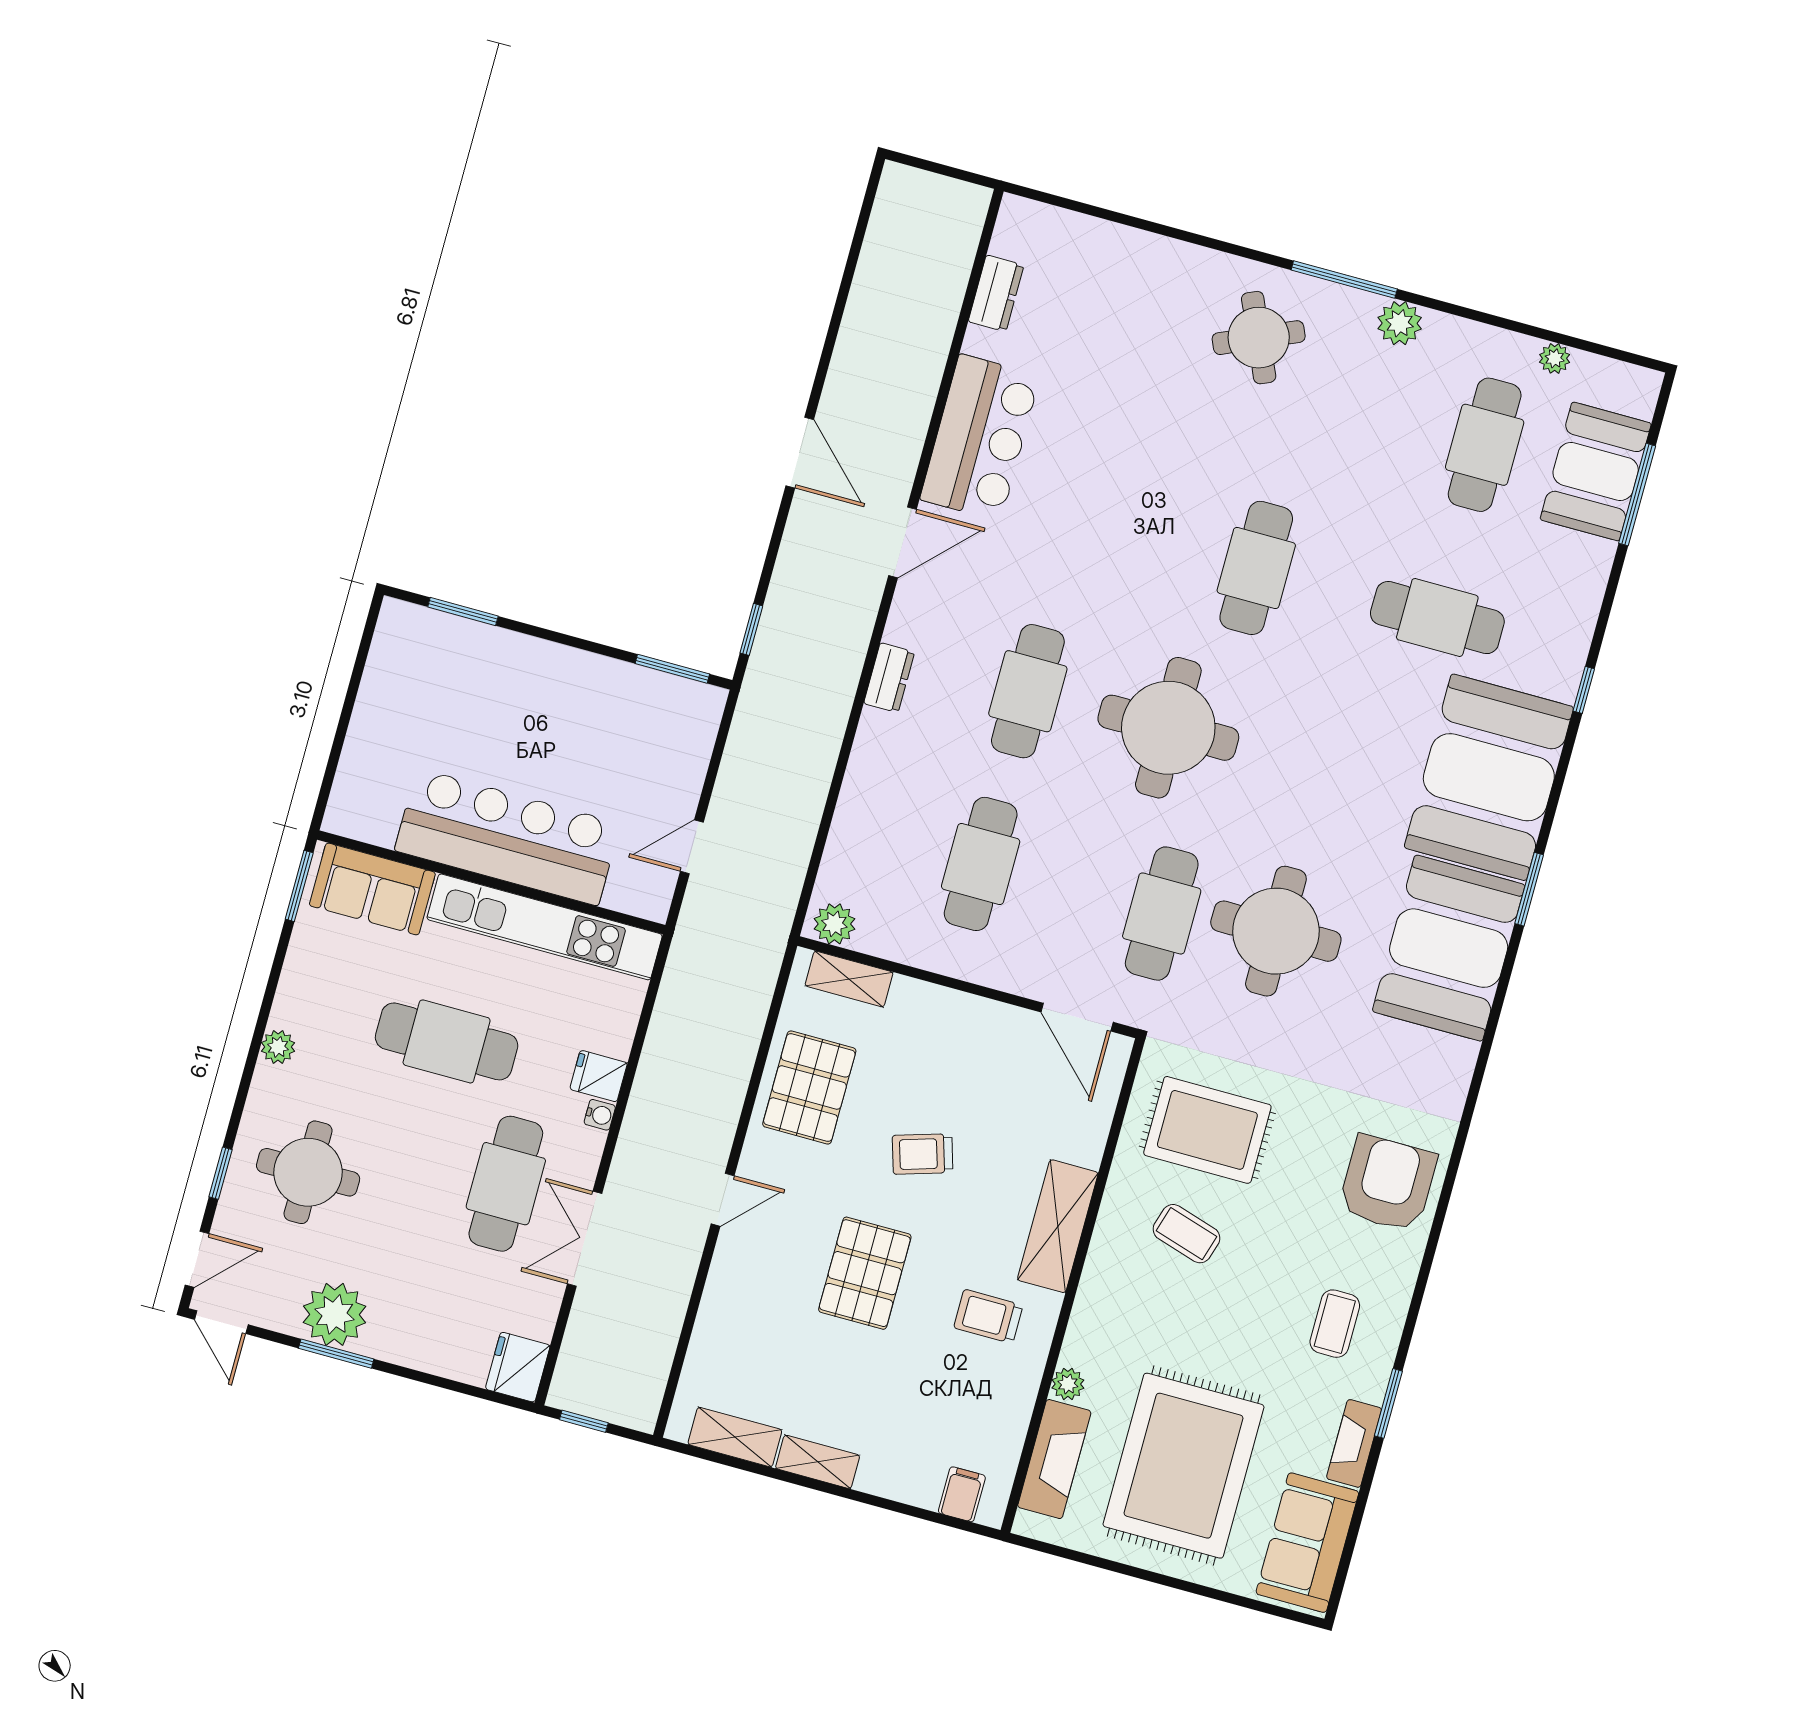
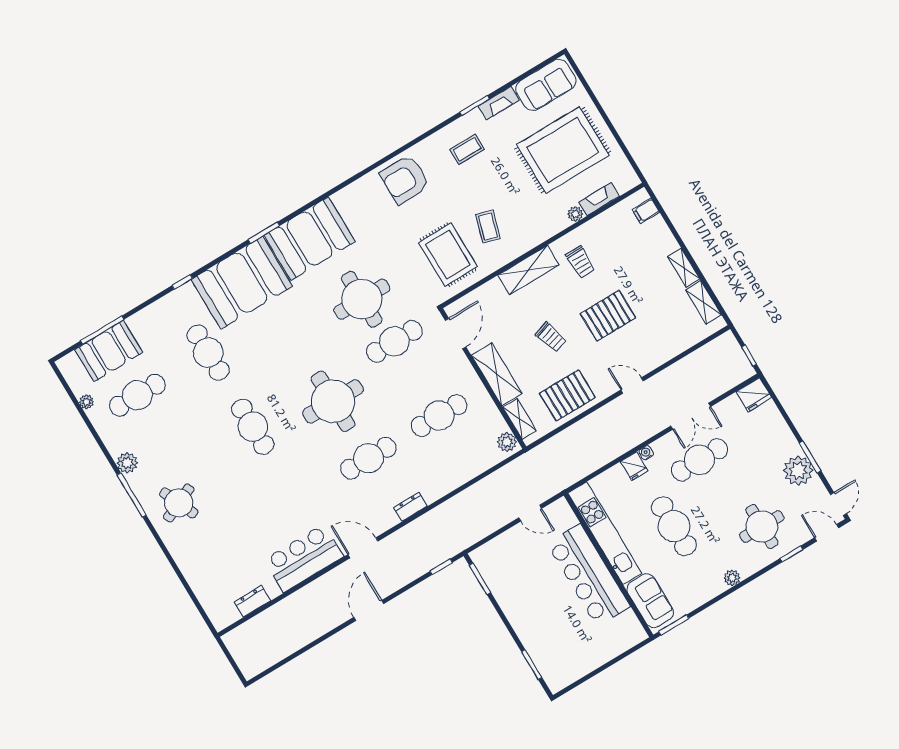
cafe table: (1256, 568) -> (253, 427), turned 90
shelving: (952, 1015) -> (497, 374), added
fireplace: (1054, 1459) -> (599, 199), width x0.73, depth x0.76

